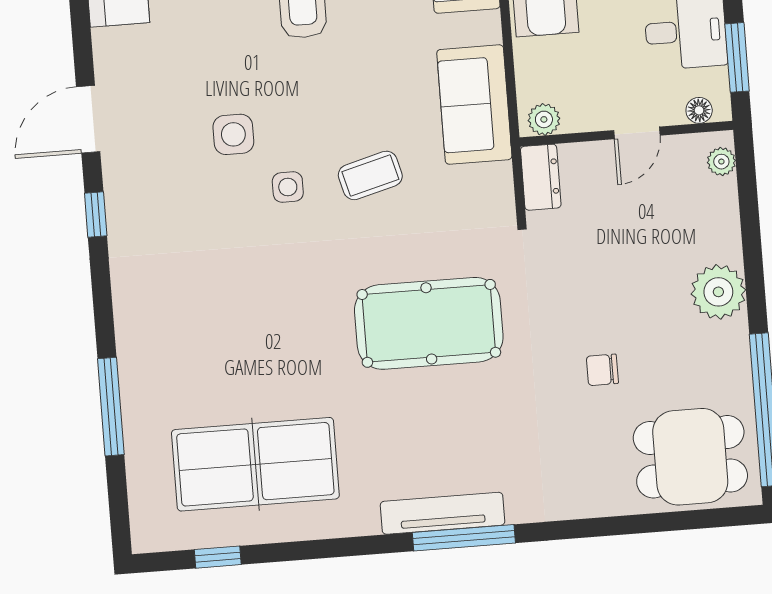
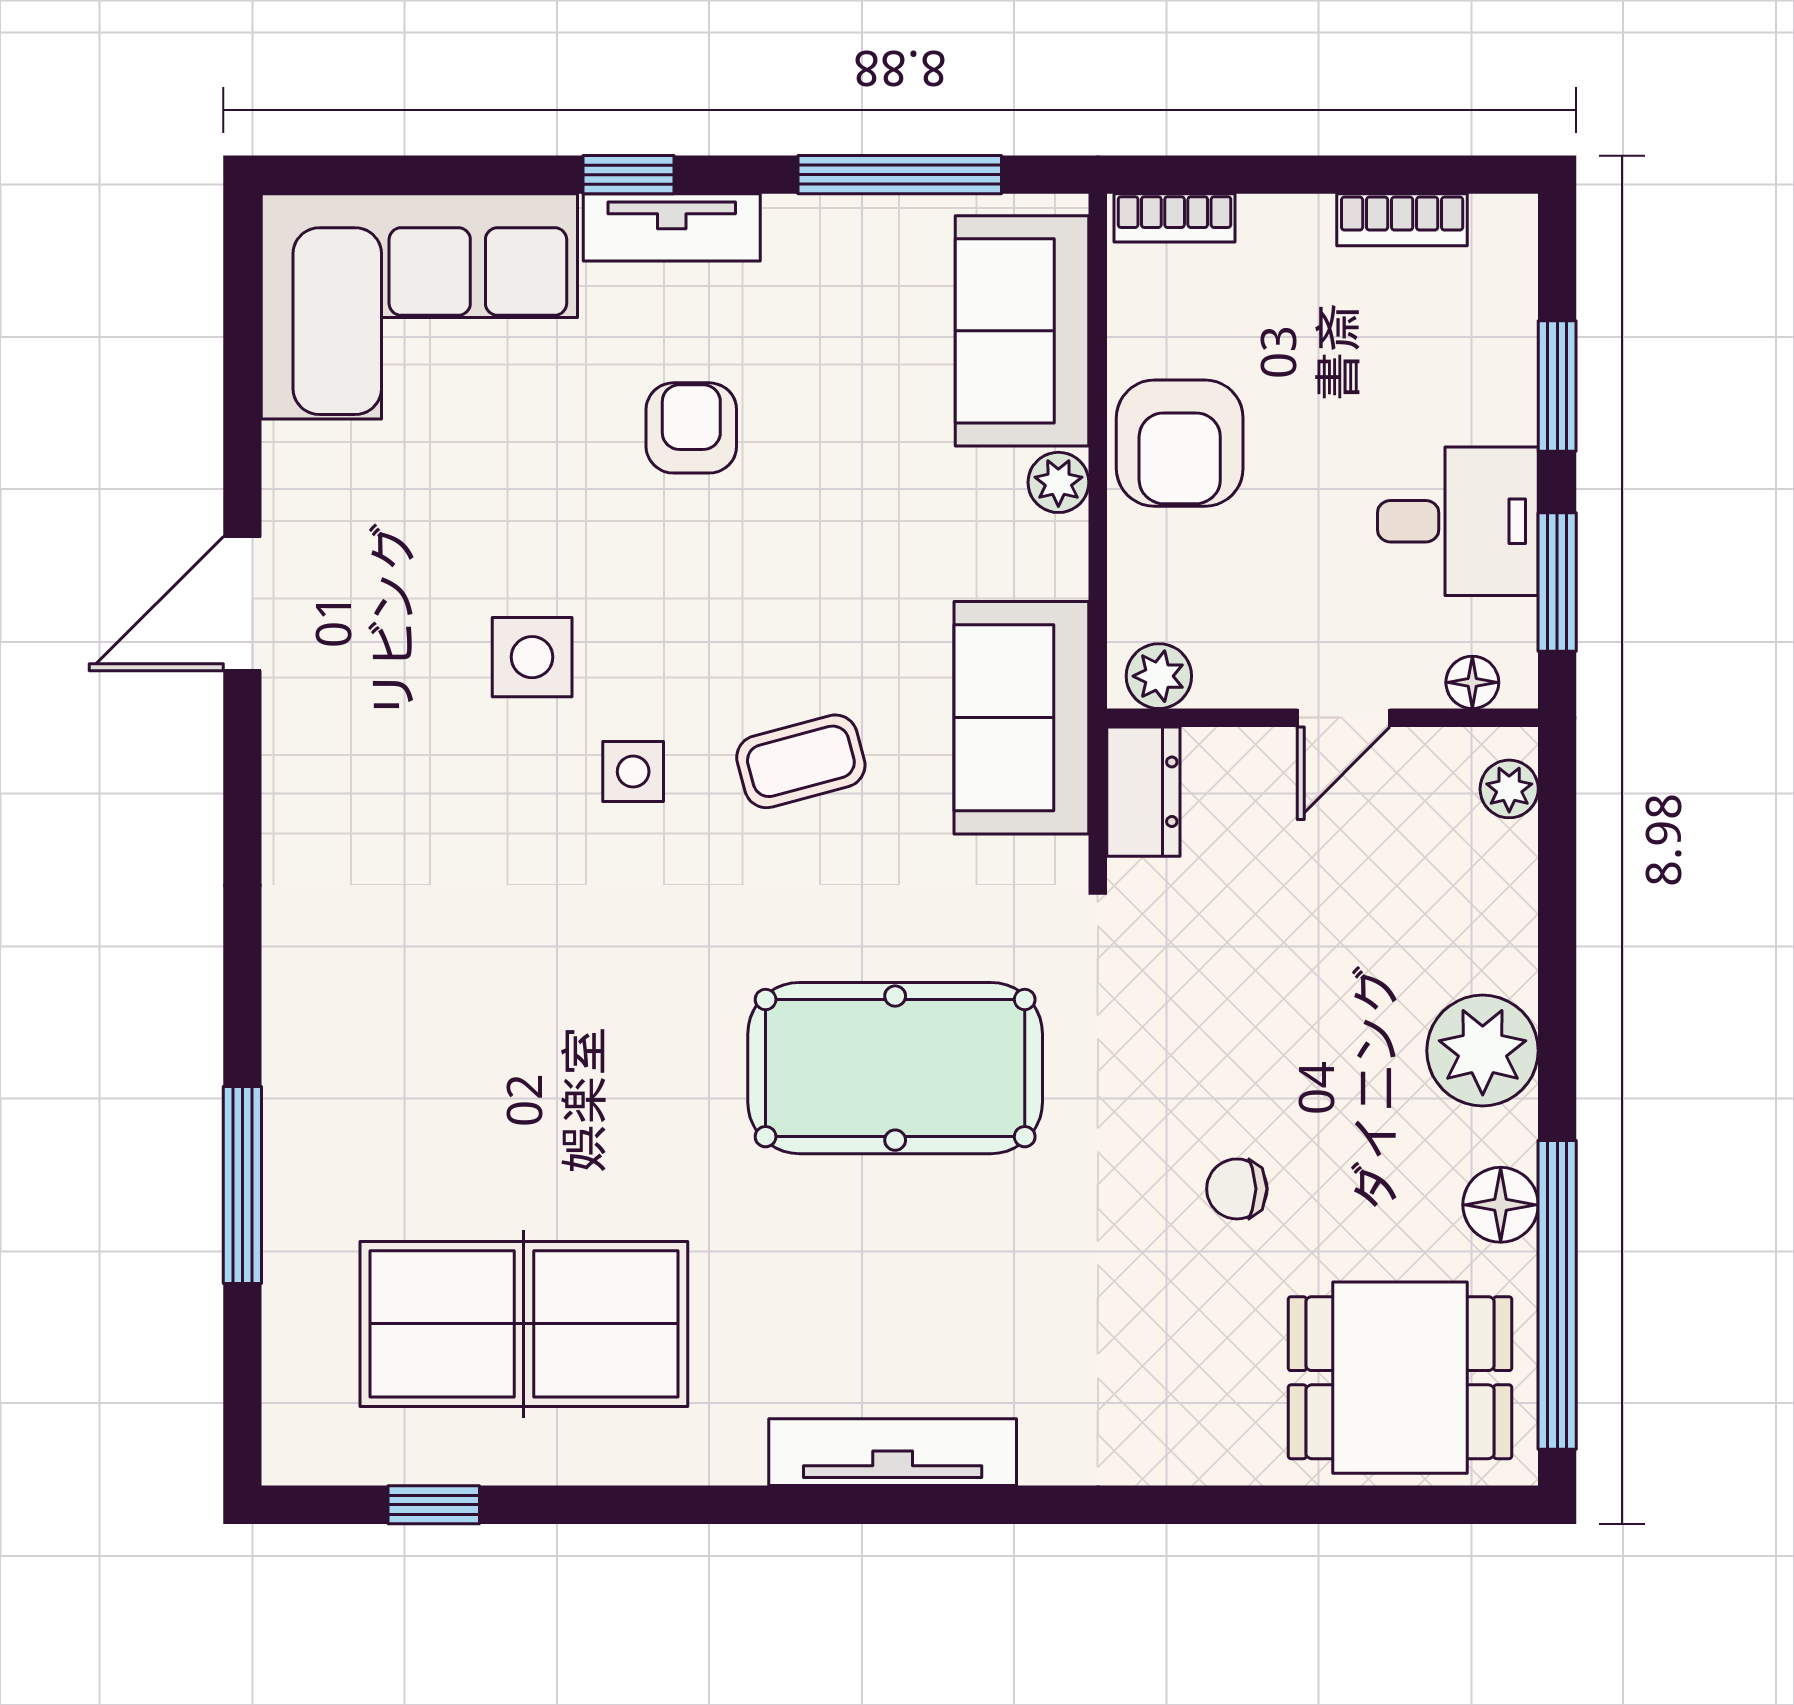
plant: (487, 28) -> (1058, 482), added
sofa: (474, 105) -> (1021, 718), moved
window: (96, 214) -> (242, 796), removed
floor lamp: (733, 367) -> (1501, 1205), added
window: (464, 538) -> (932, 1505), removed

